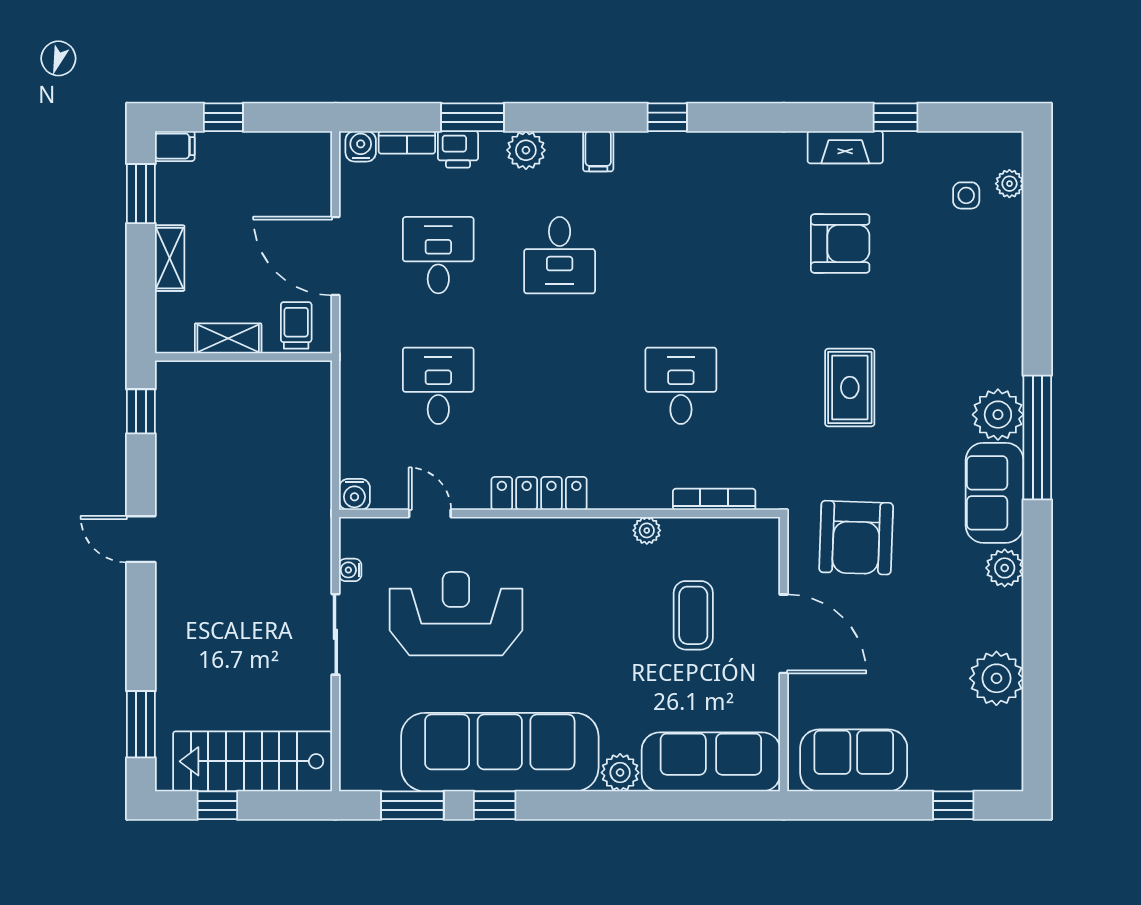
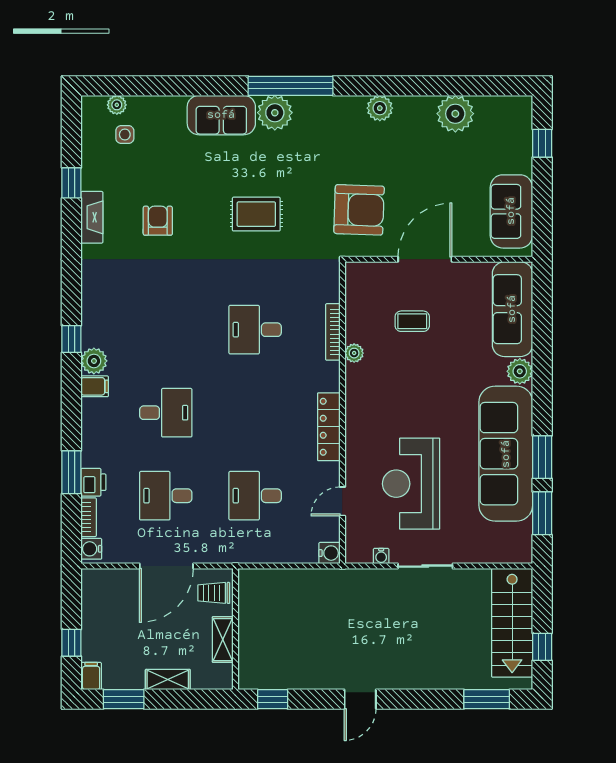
plant: (526, 150) -> (94, 361), moved
armchair: (840, 244) -> (158, 221), width x0.72, depth x0.72
sofa: (995, 493) -> (221, 115), moved
bookcase: (714, 499) -> (333, 332), moved
coffee table: (693, 615) -> (412, 321), width x0.73, depth x0.77
window: (495, 805) -> (542, 457), width x1.50

